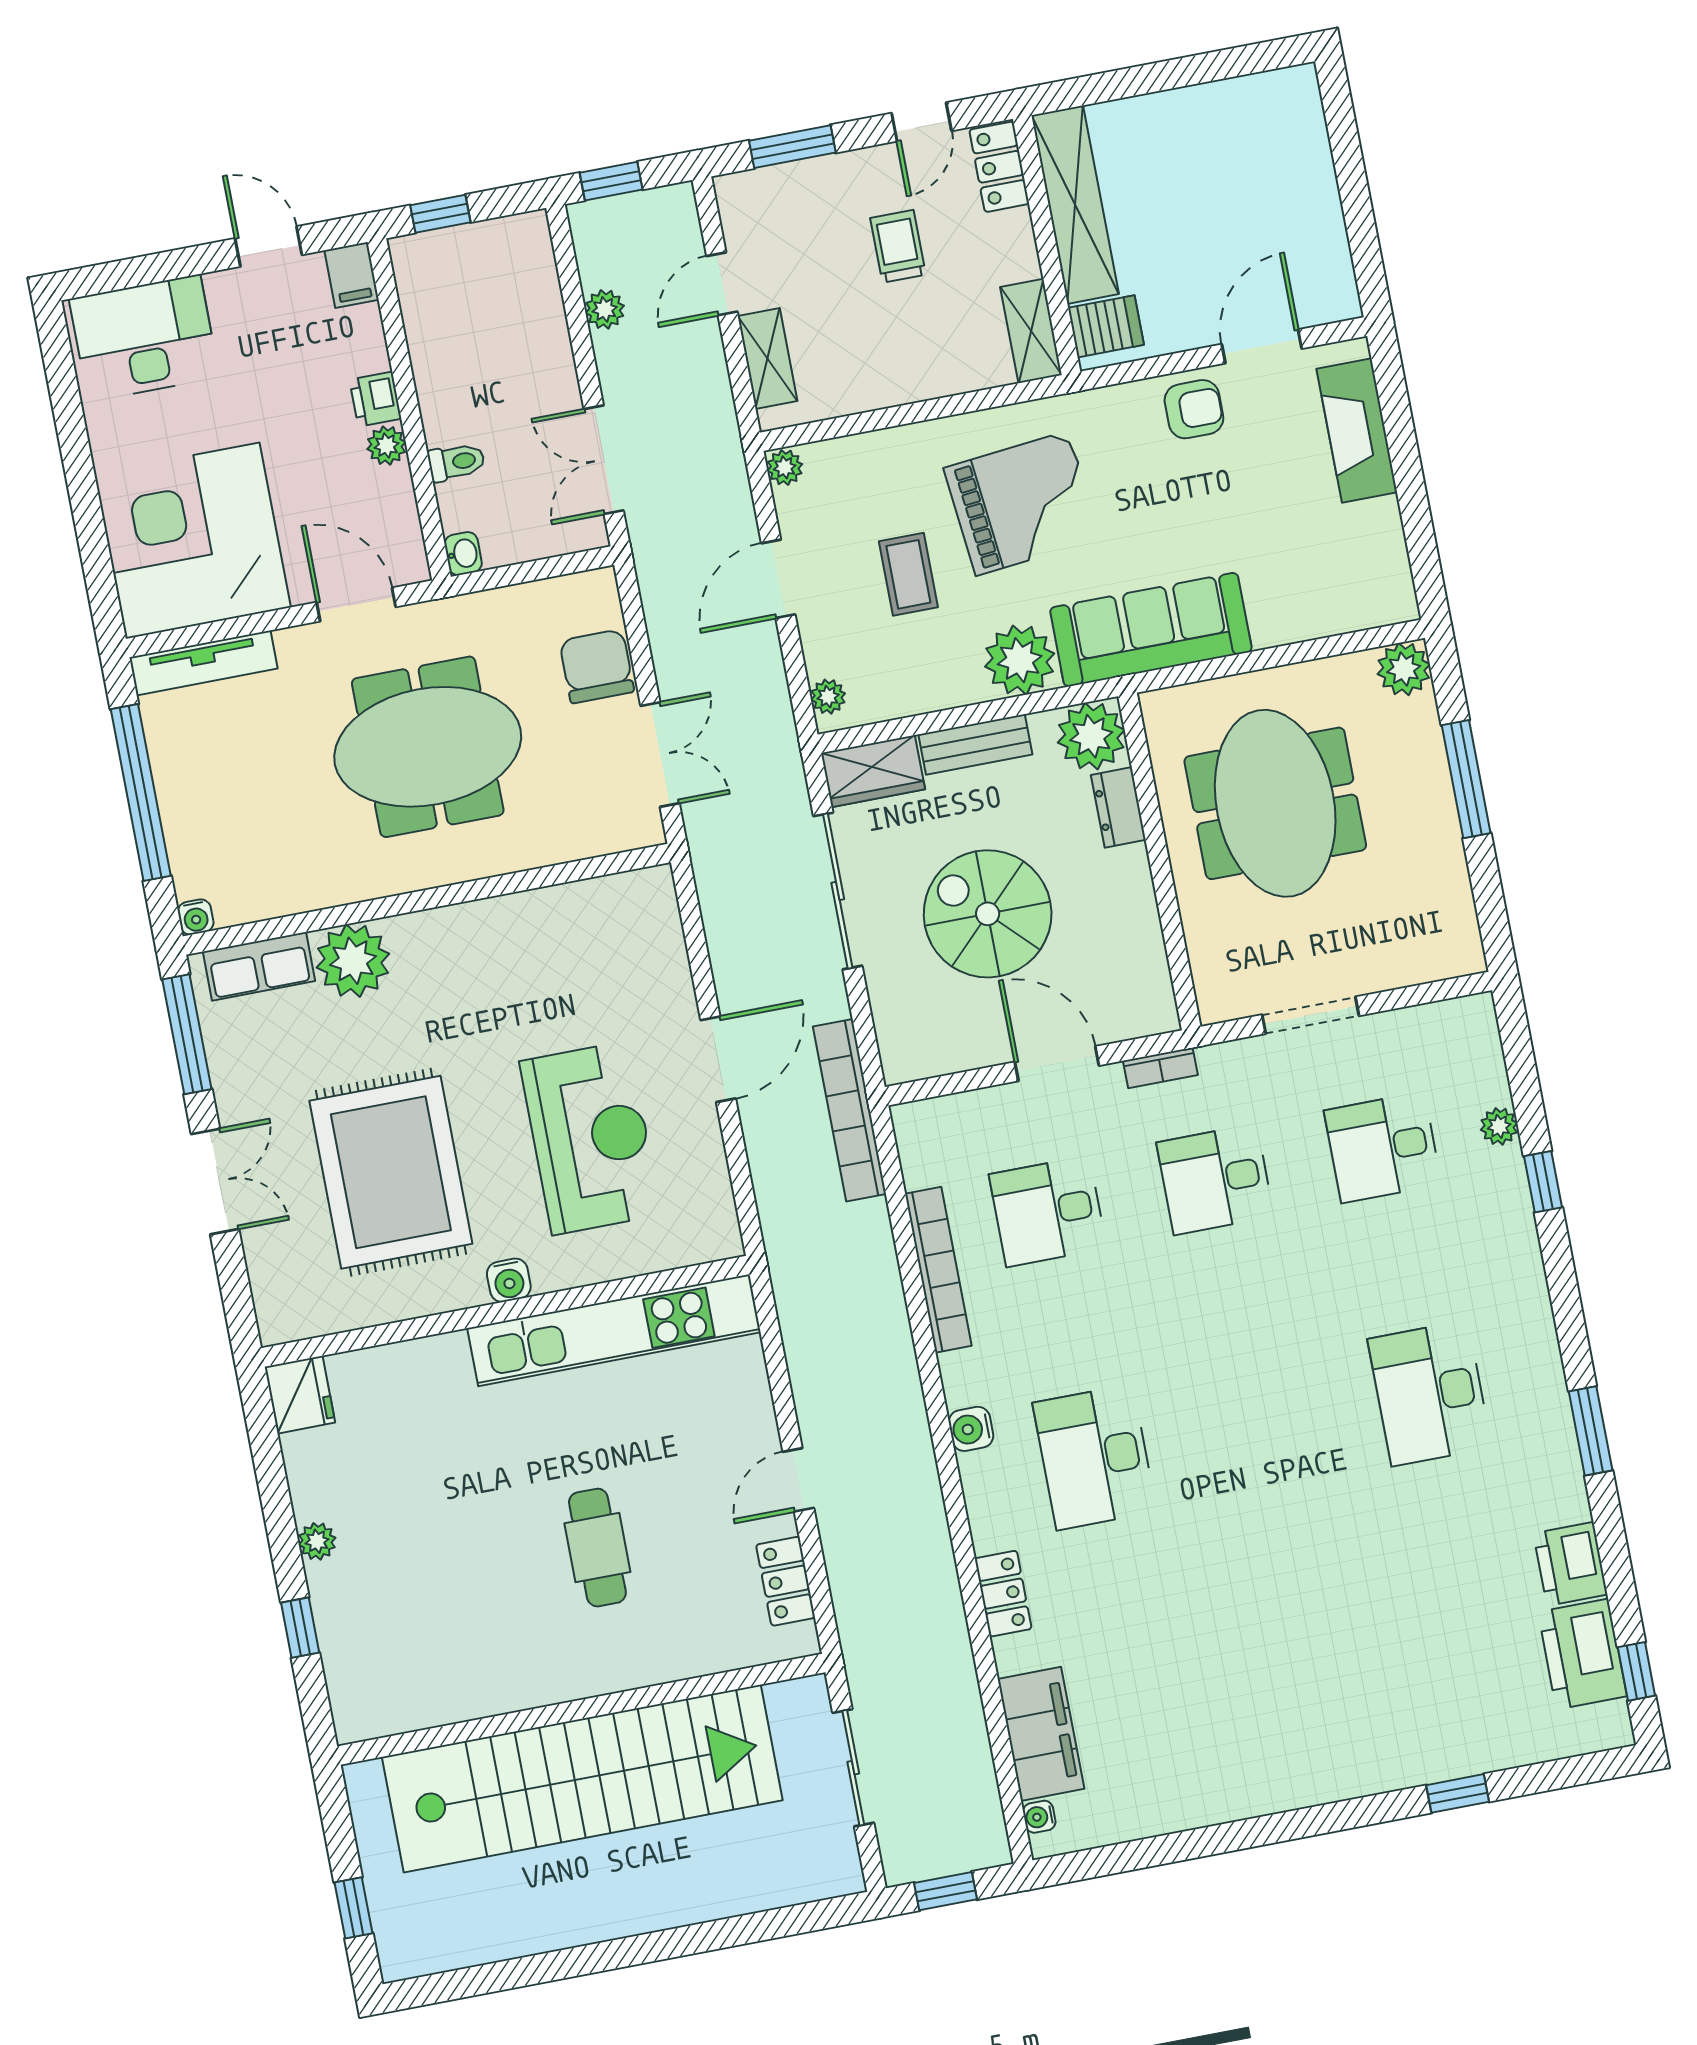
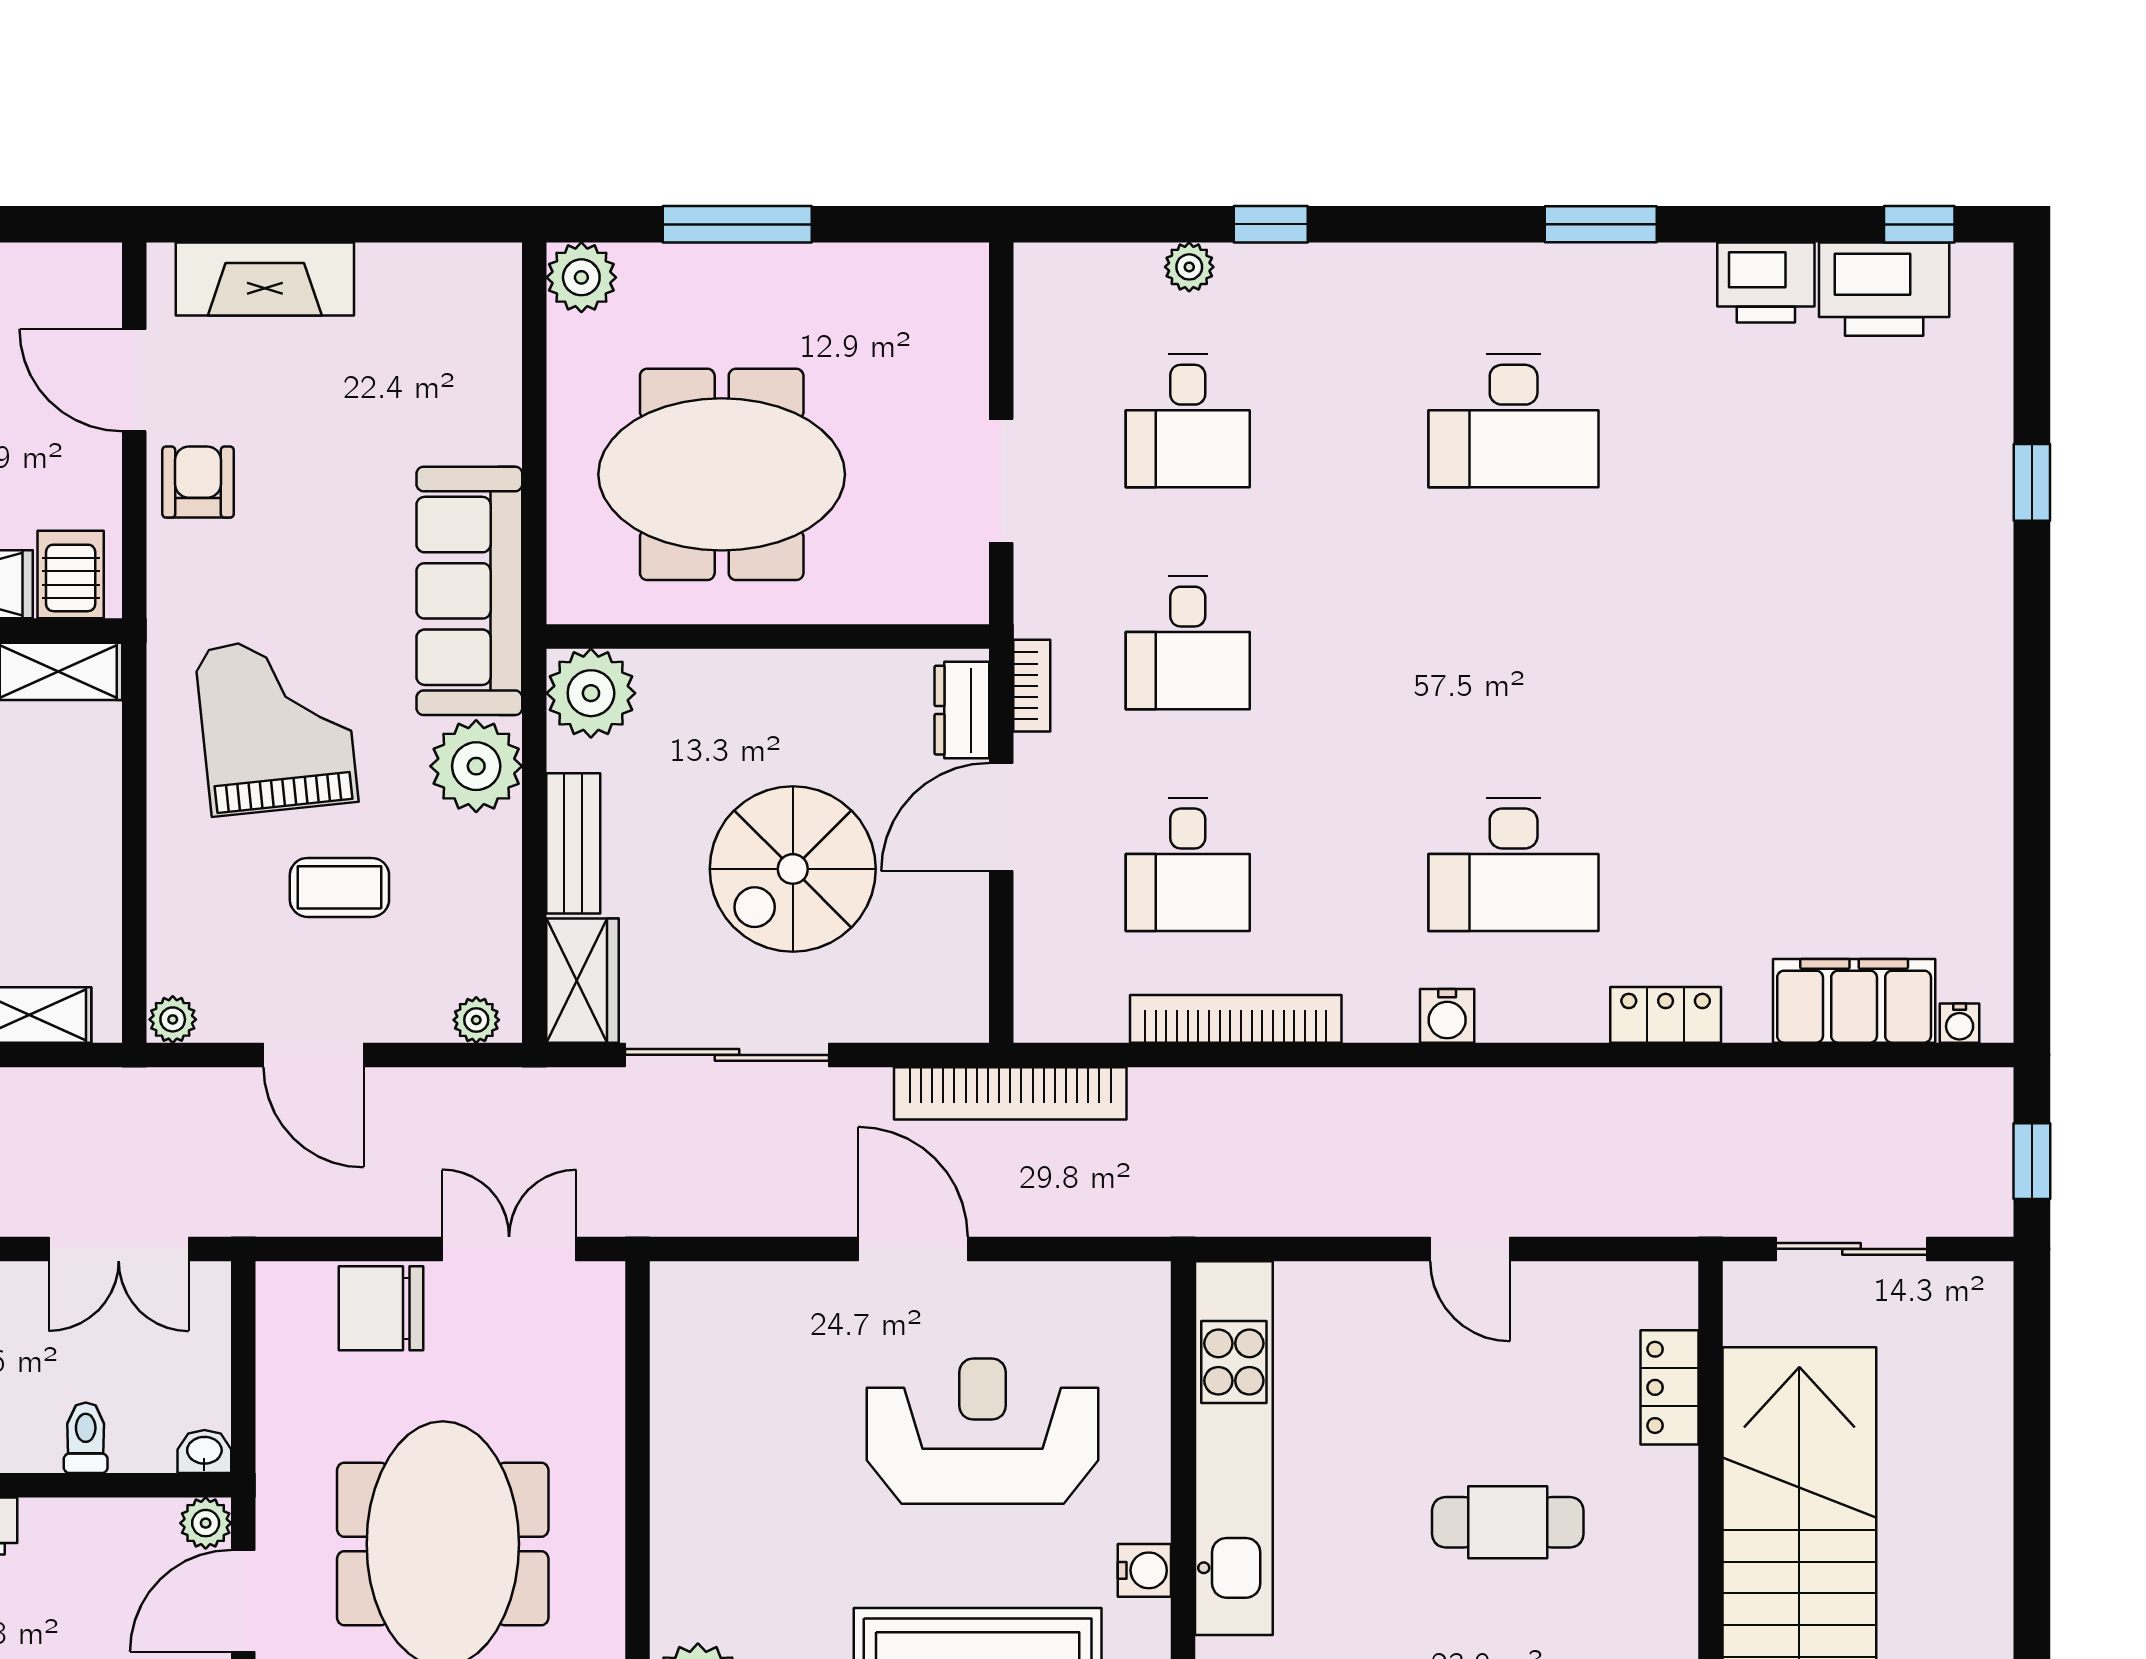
plant: (387, 446) -> (206, 1523), moved
dresser: (1118, 807) -> (962, 710), moved, turned 90
locker: (786, 1581) -> (1670, 1387), moved, turned 90

